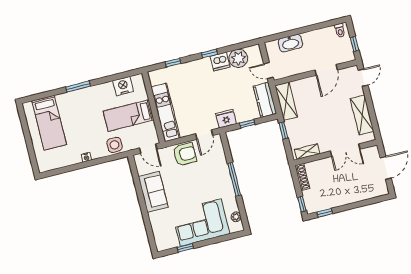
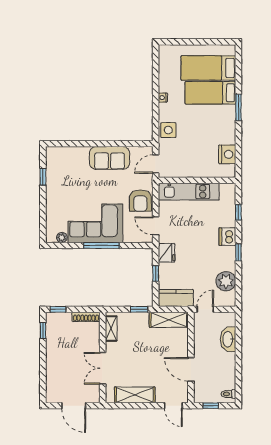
dishwasher: (220, 62) -> (227, 237), moved
bed: (129, 116) -> (210, 93), moved, turned -90
corner sofa: (201, 223) -> (95, 223), moved, turned -90

